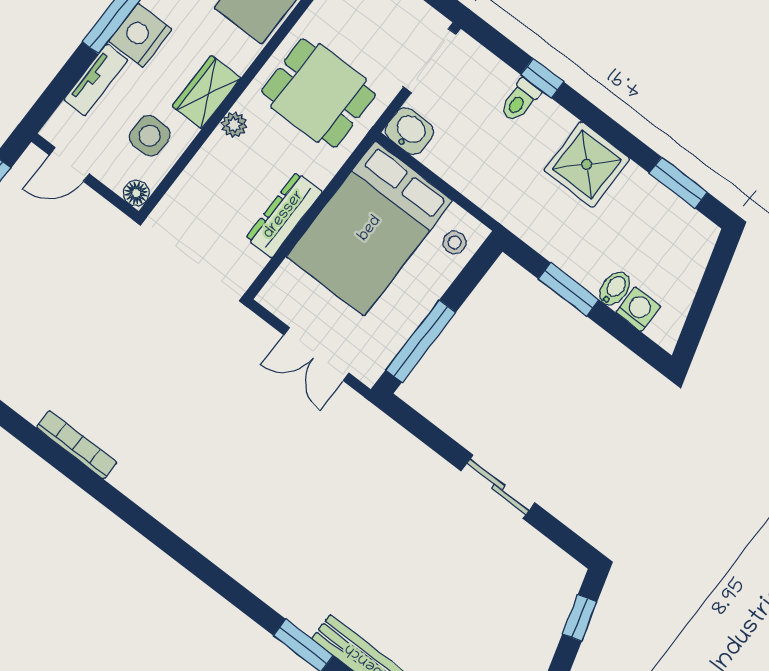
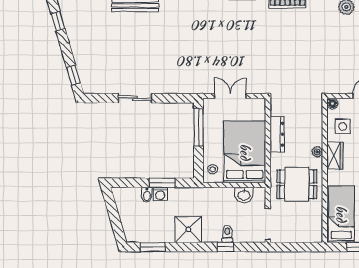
washbasin: (410, 131) -> (244, 195), moved
washing machine: (638, 309) -> (160, 194), moved

